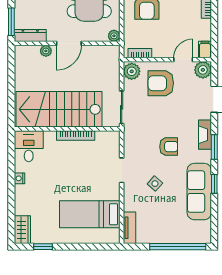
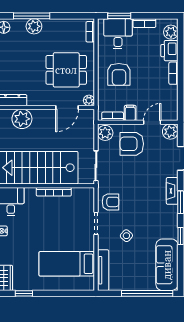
door: (69, 43) -> (67, 107), moved
filing cabinet: (205, 50) -> (130, 113), moved
plant: (46, 51) -> (22, 119), width x1.88, depth x1.88
armchair: (169, 147) -> (111, 202), moved
sofa: (199, 192) -> (167, 265), moved
tv unit: (129, 228) -> (103, 270), width x1.41

